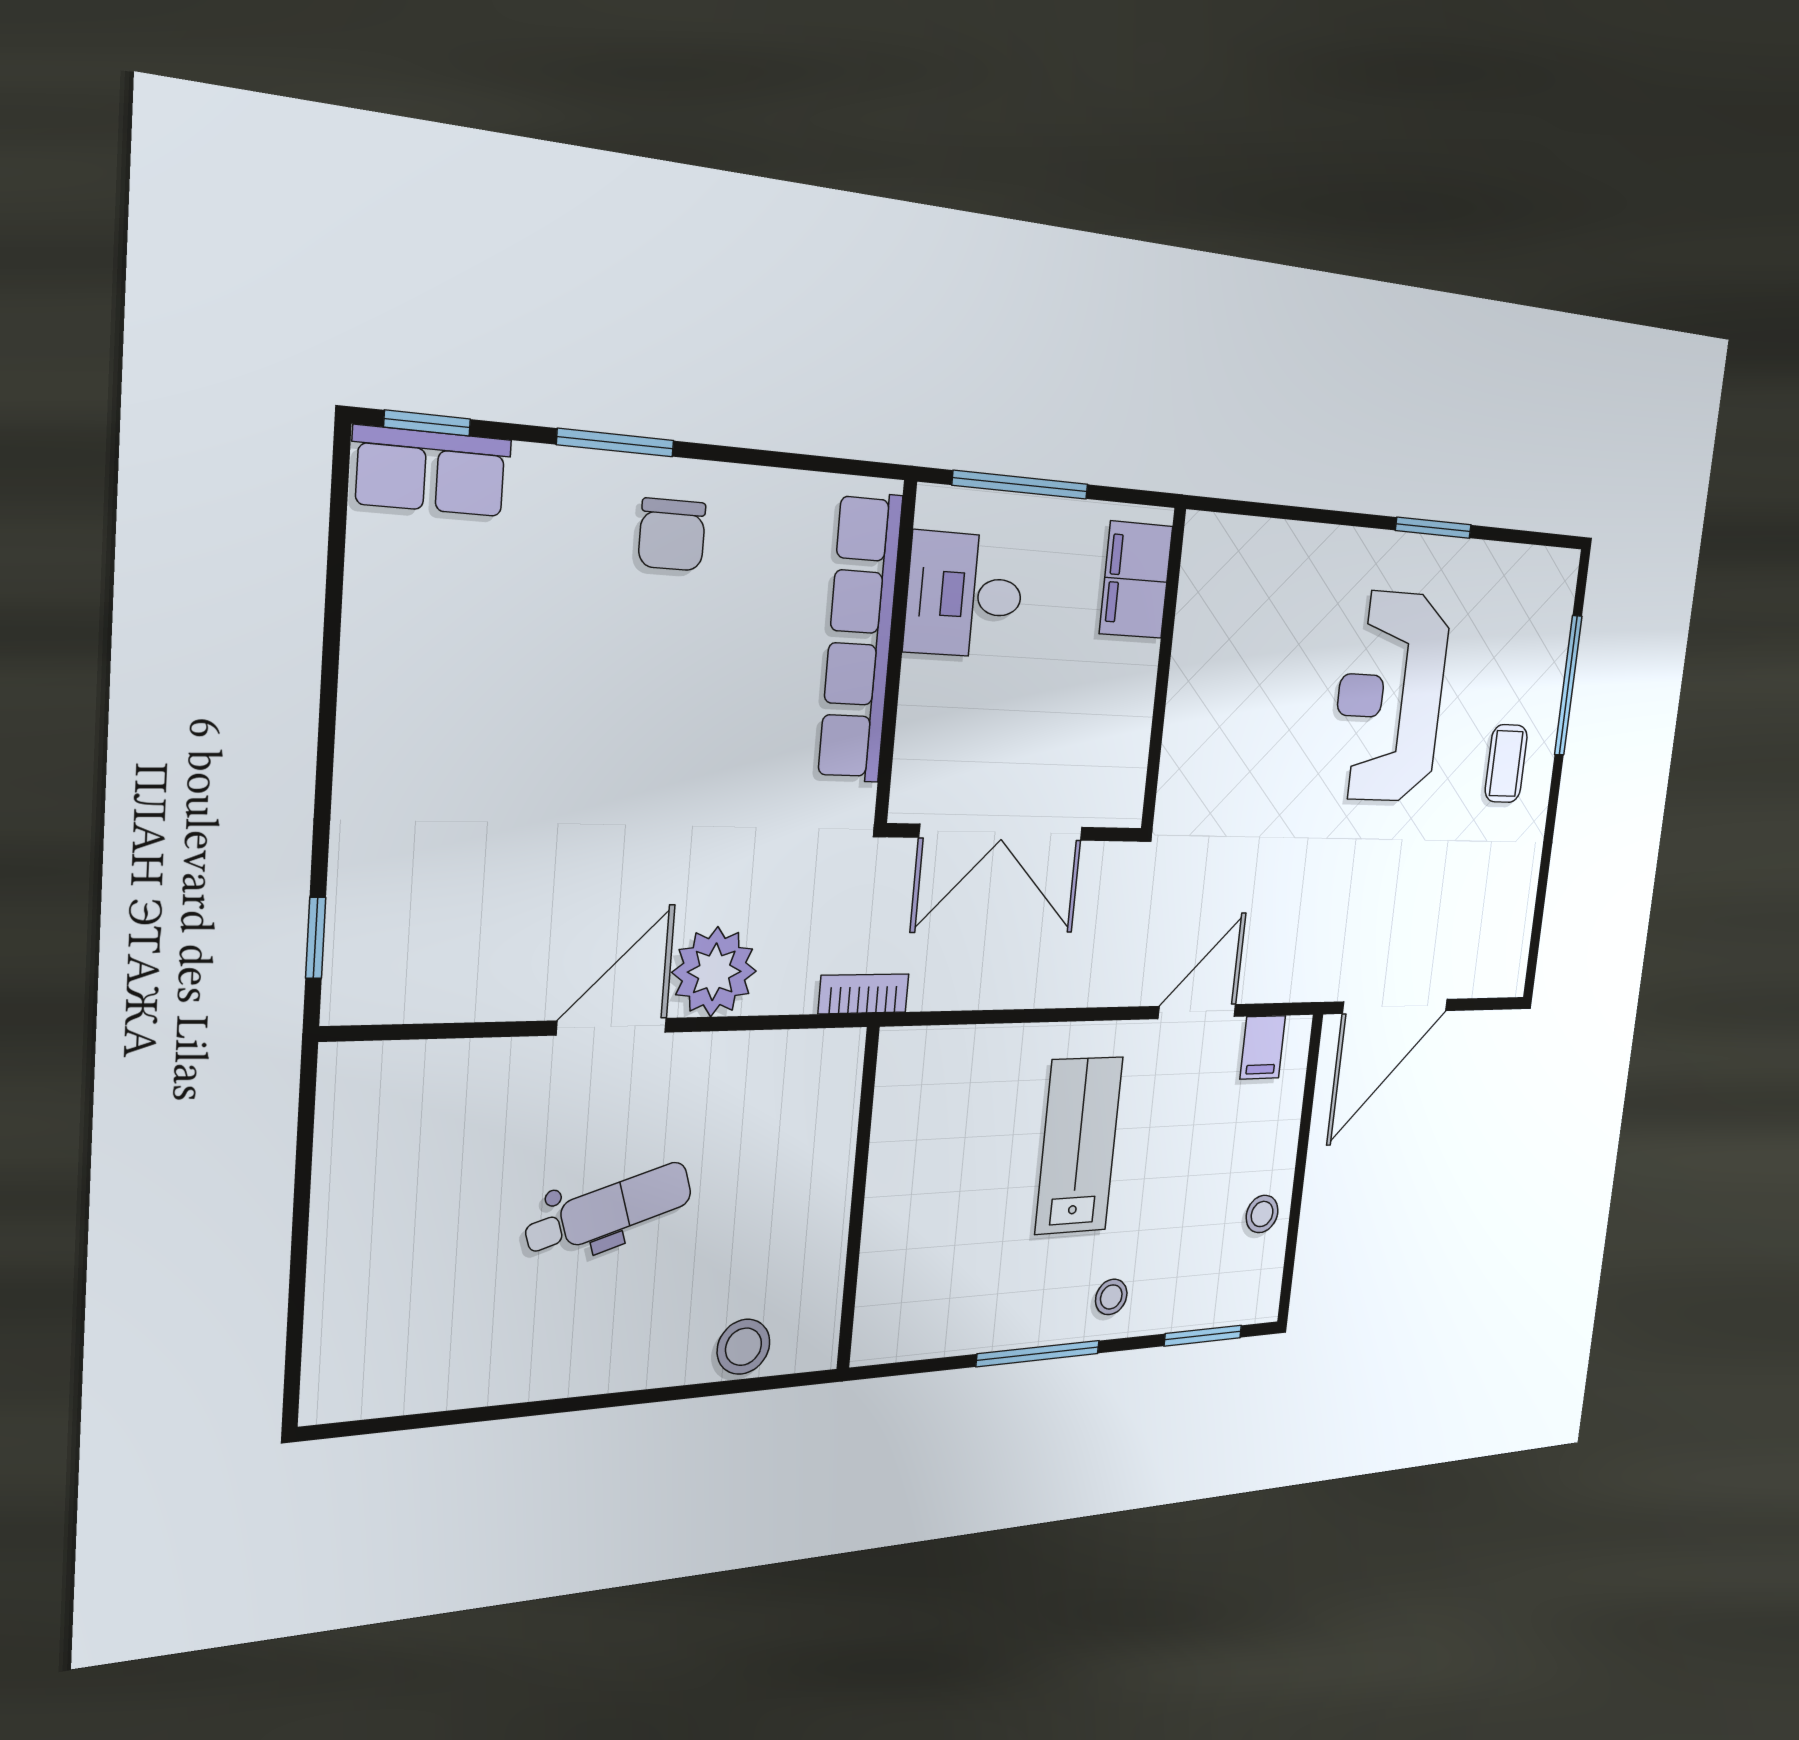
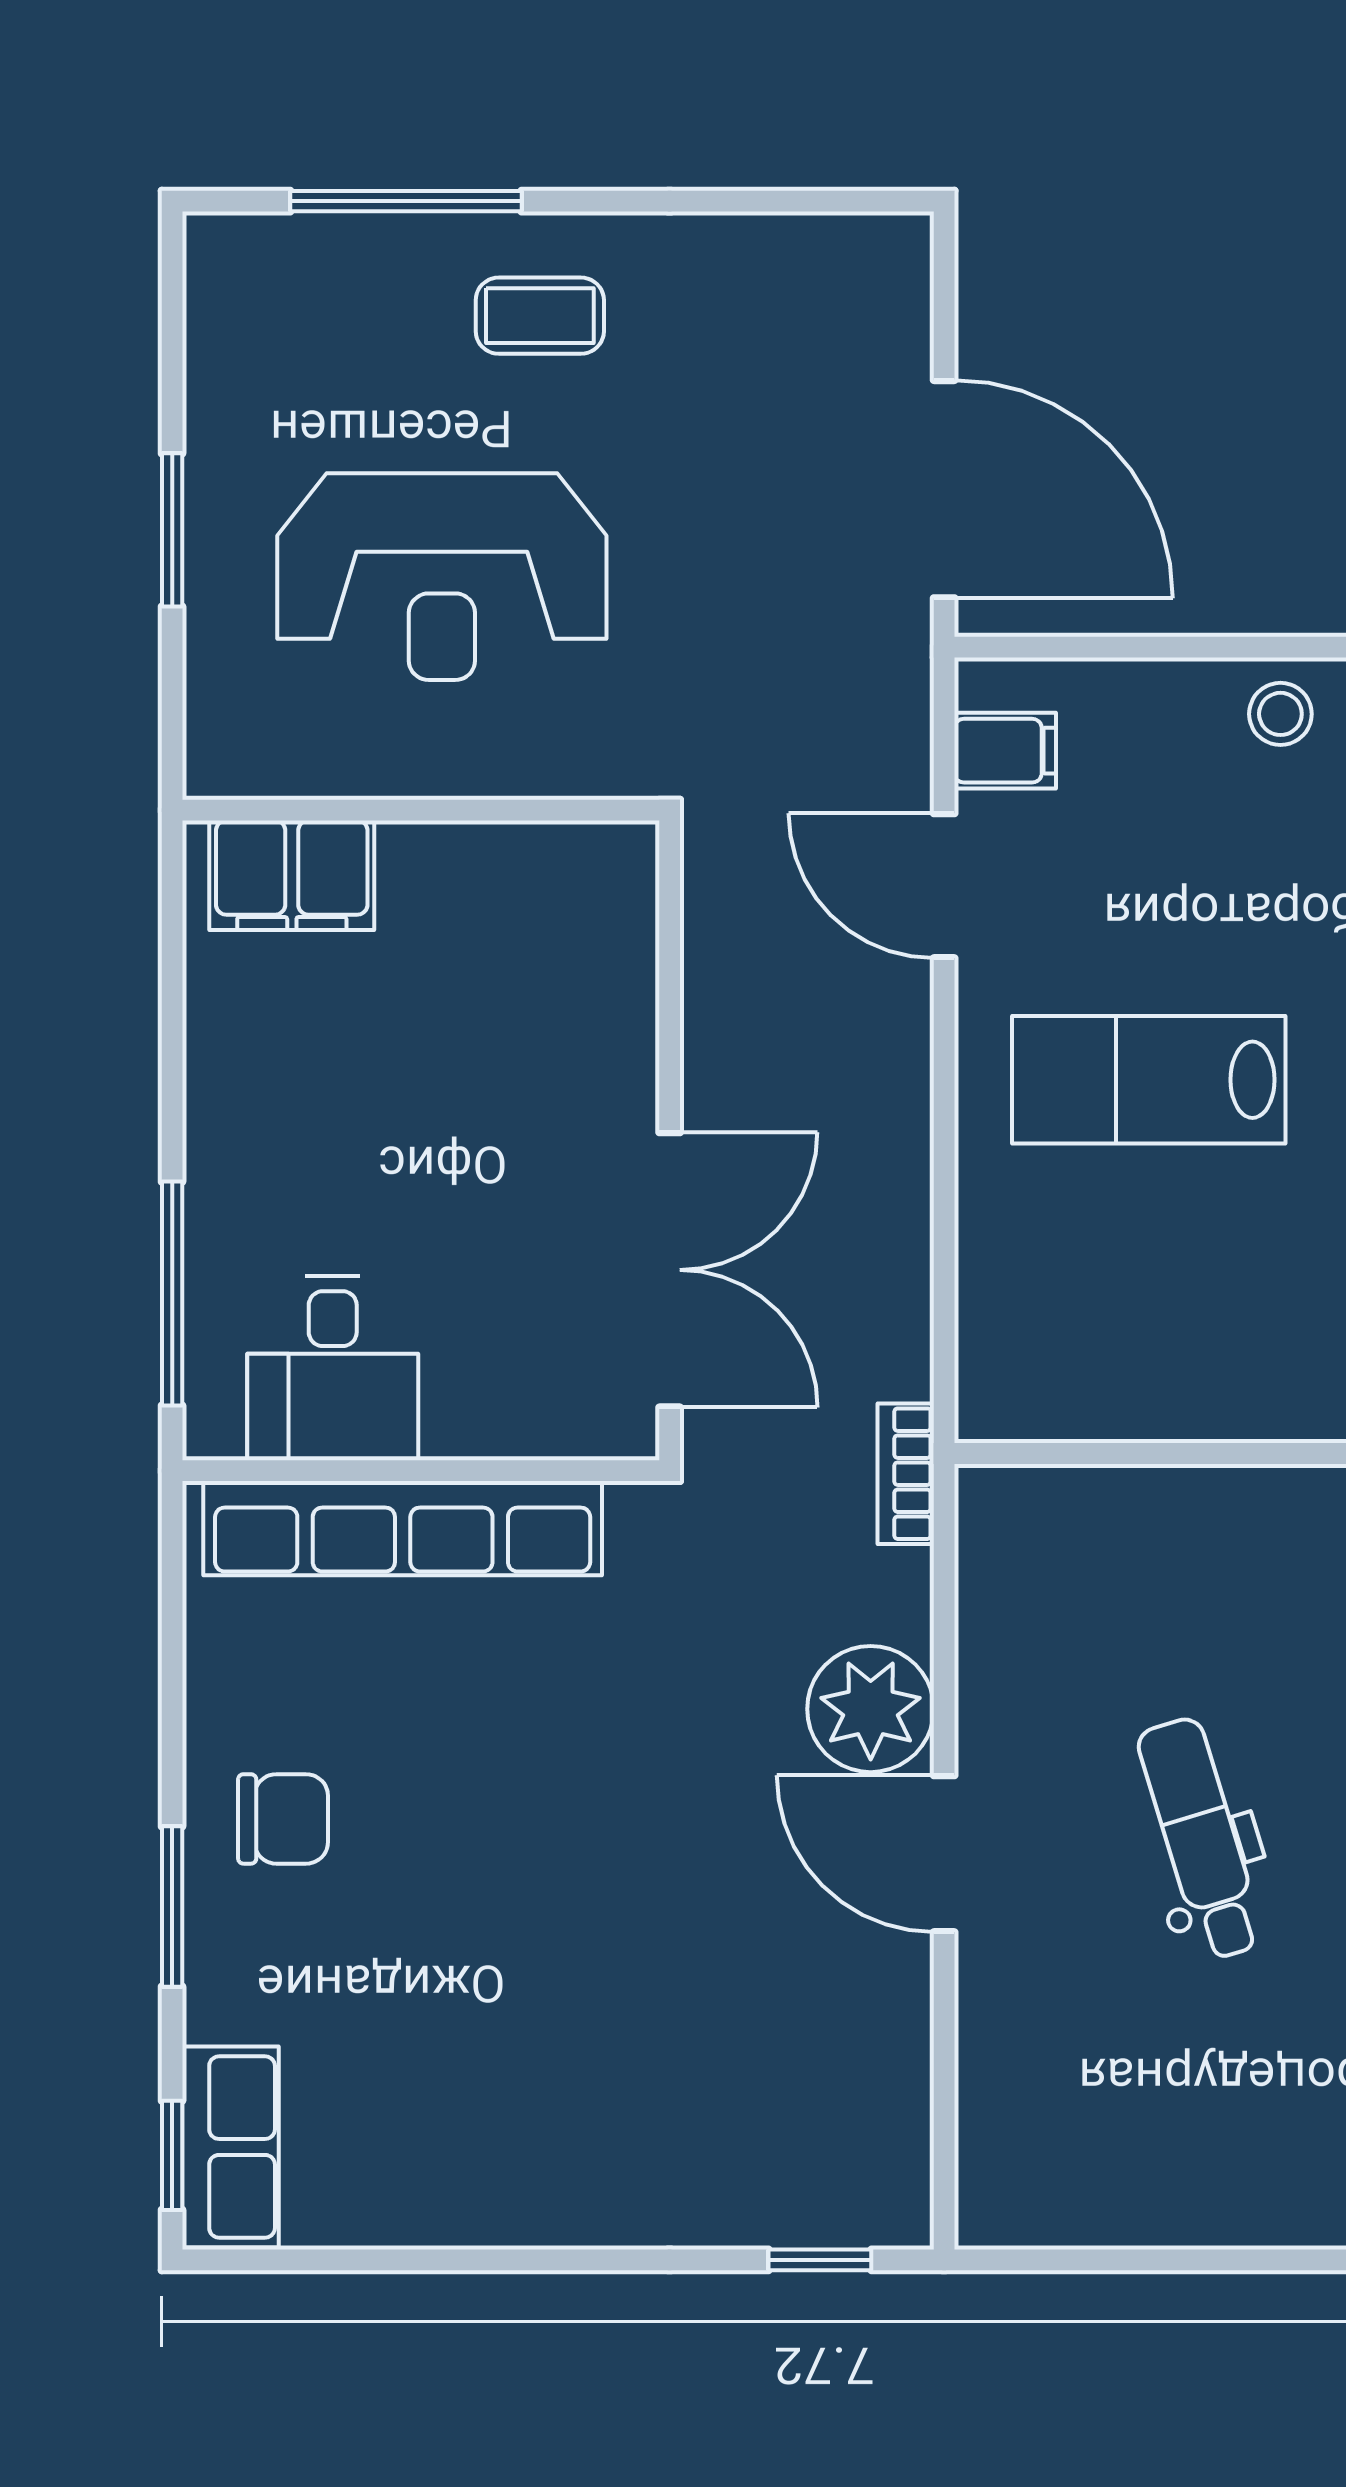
filing cabinet: (1136, 580) -> (292, 875), moved
wall: (1163, 670) -> (421, 810), moved

